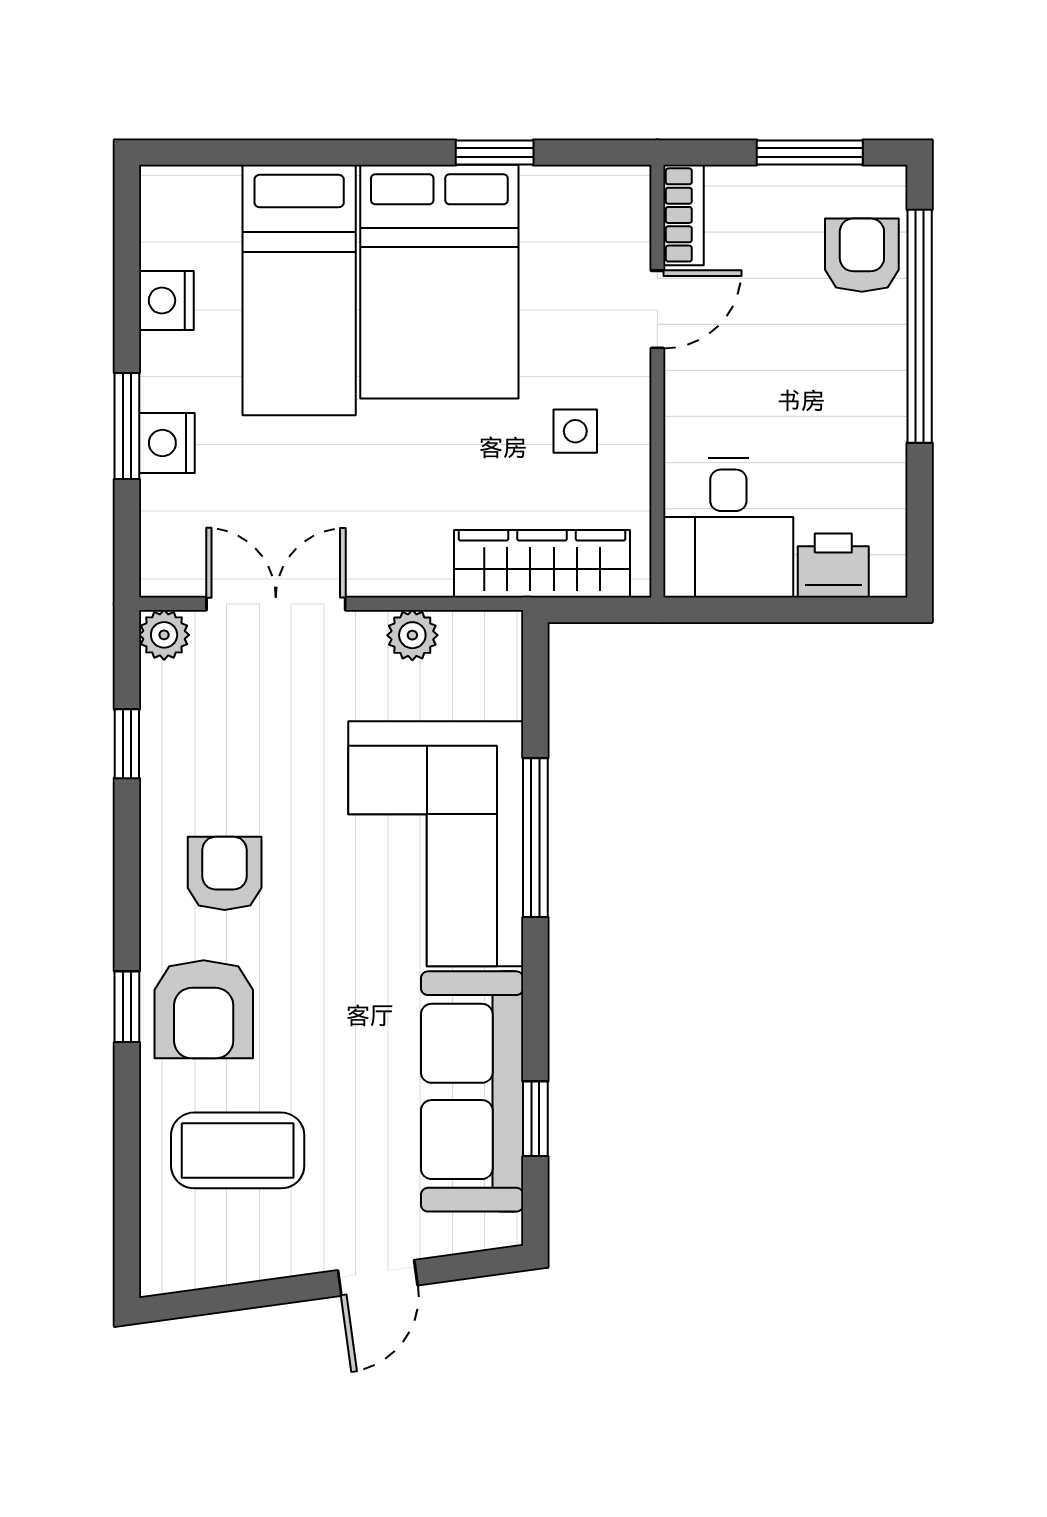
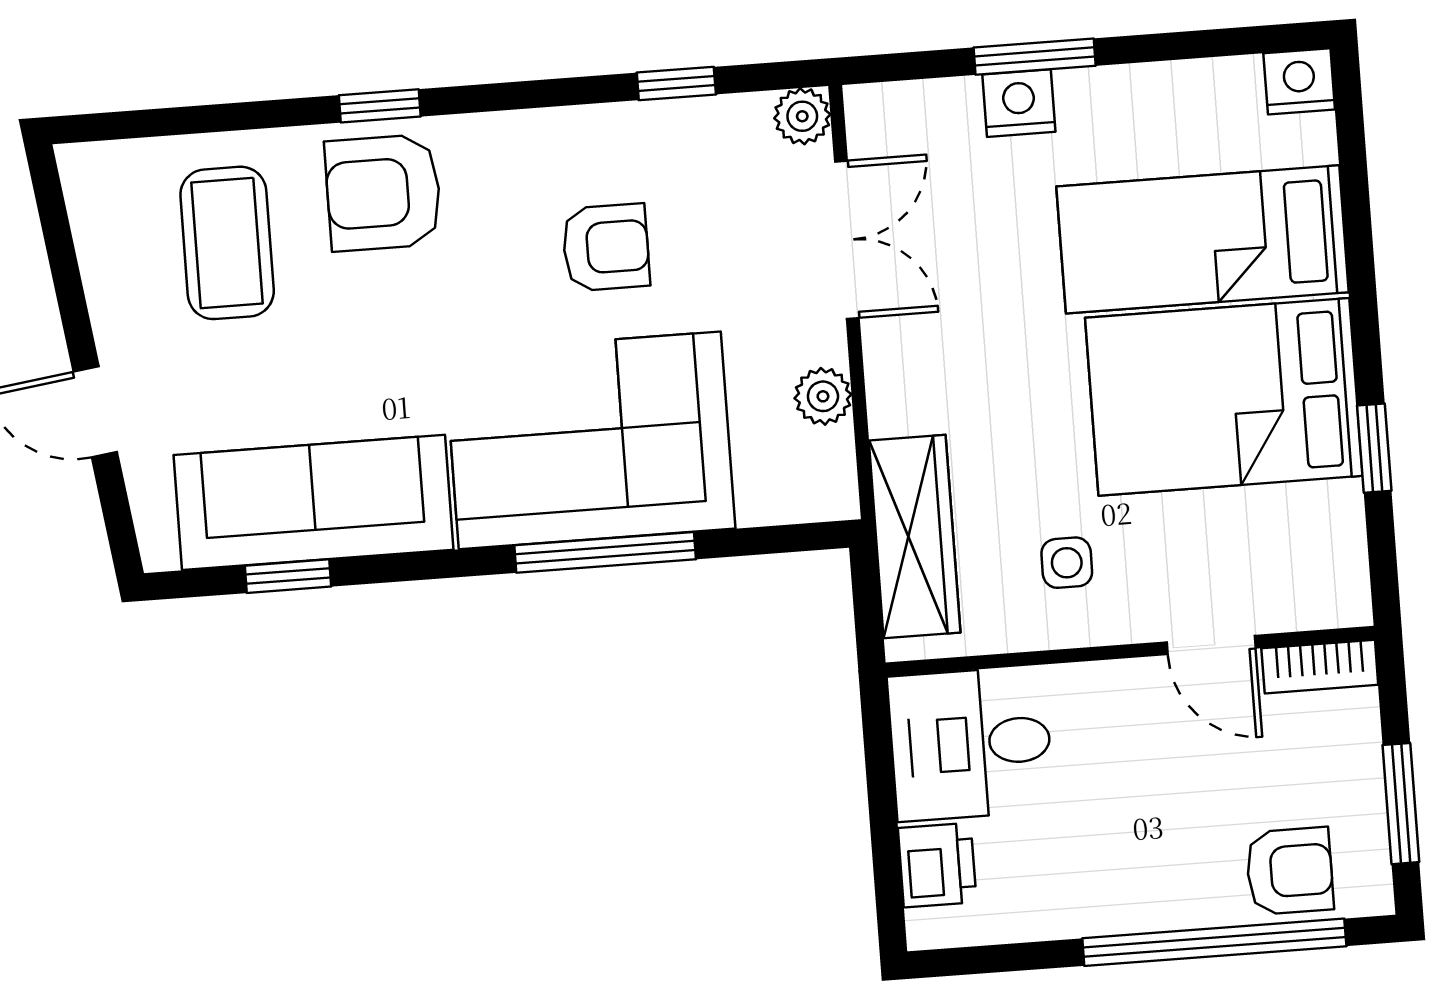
nightstand: (166, 300) -> (1299, 81), moved
armchair: (225, 873) -> (606, 247), moved

